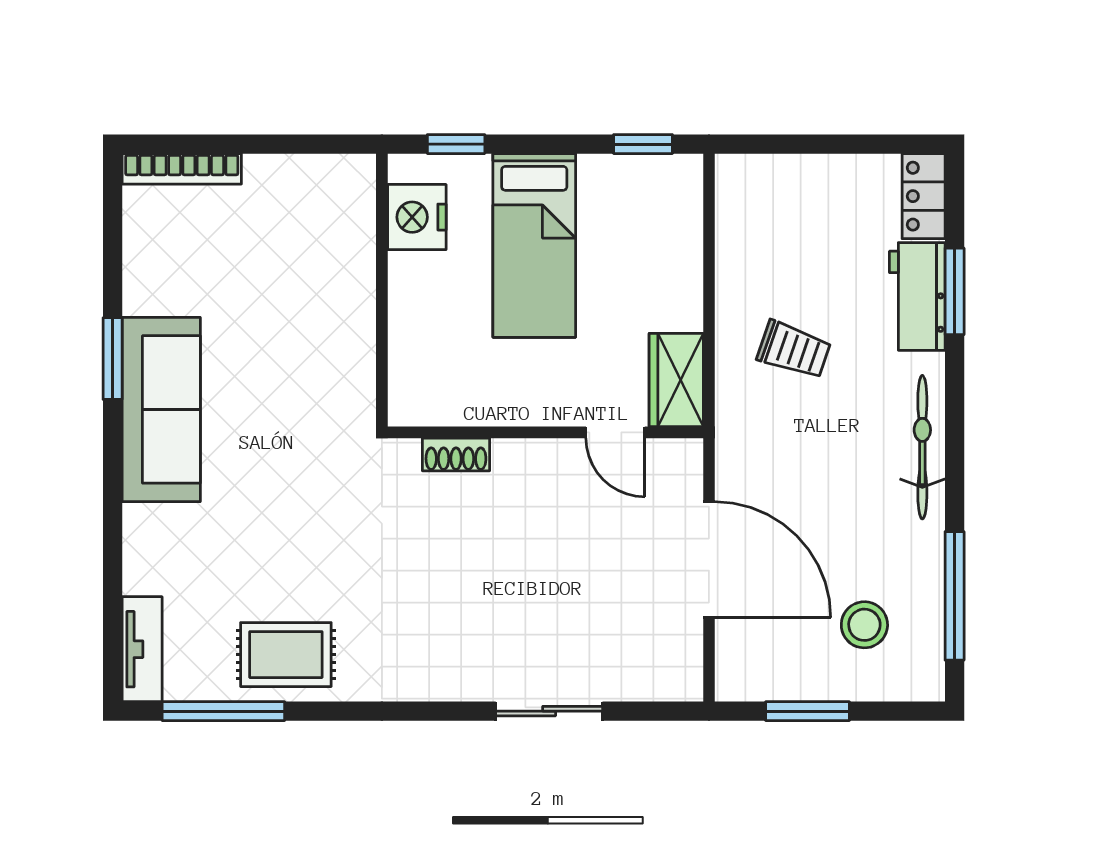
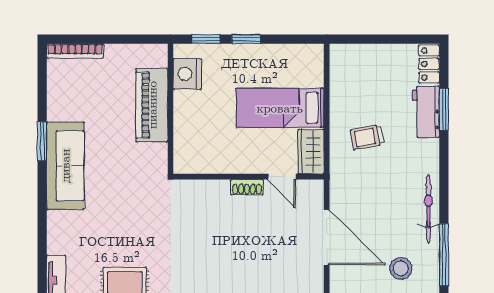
window: (643, 144) -> (246, 39), moved
bed: (534, 245) -> (280, 108), moved, turned 90
piano: (343, 282) -> (152, 105), added
trolley: (794, 350) -> (367, 137), turned 150
bicycle: (922, 447) -> (428, 209), moved
shoe rack: (456, 454) -> (247, 187), moved

